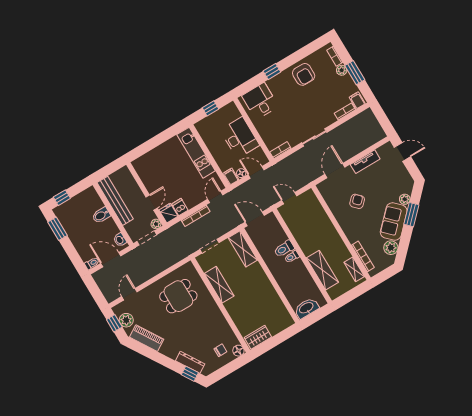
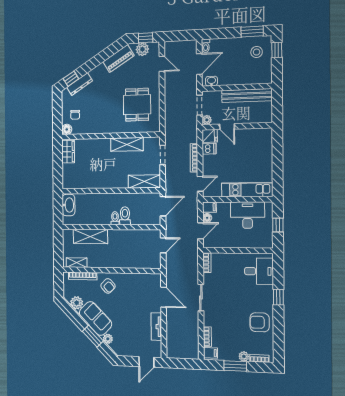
desk: (240, 138) -> (248, 215), moved, turned 180
door: (215, 197) -> (200, 184), hinge flipped
armchair: (357, 201) -> (108, 286), moved
stool: (73, 214) -> (257, 52), added
bidet: (101, 215) -> (242, 76), removed

